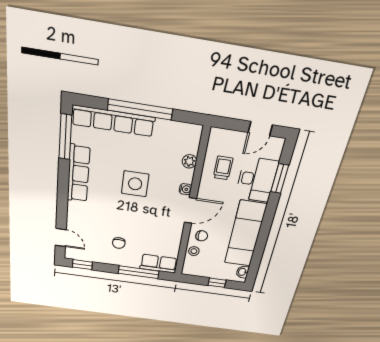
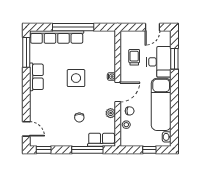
plant: (189, 161) -> (111, 113), moved
row of seats: (78, 174) -> (36, 77), width x0.68
chair: (119, 243) -> (79, 117), moved

